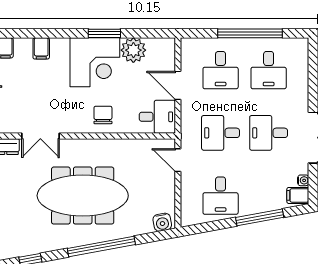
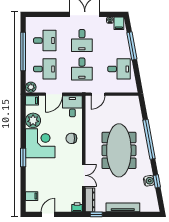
window: (104, 33) -> (23, 157), moved
plant: (190, 46) -> (31, 87), added
filing cabinet: (41, 48) -> (32, 100), moved
water cooler: (162, 222) -> (149, 181), moved

